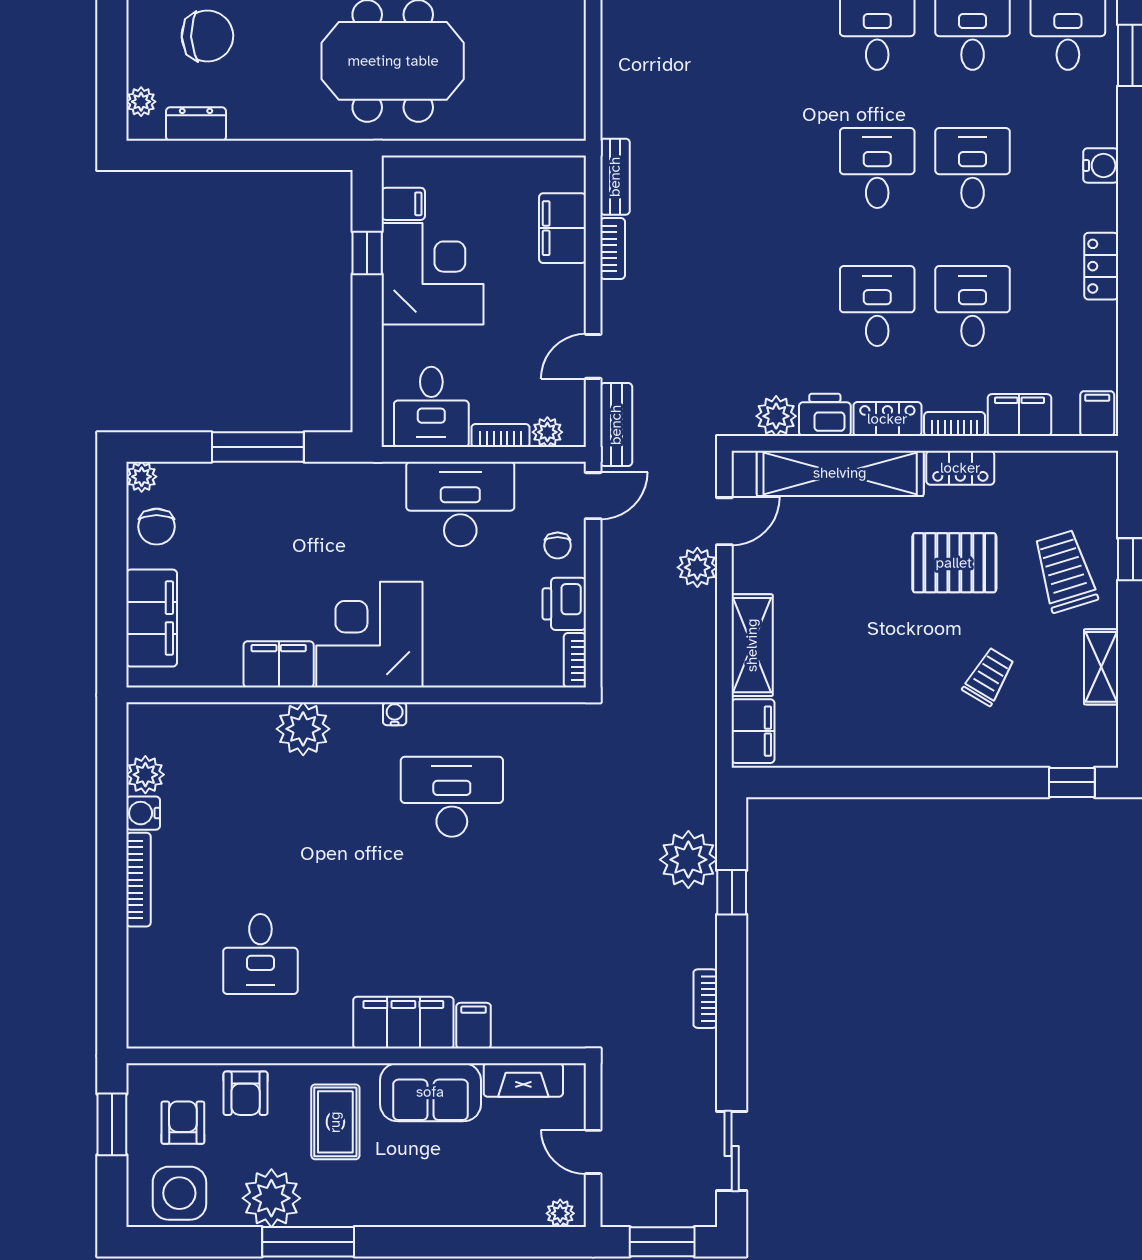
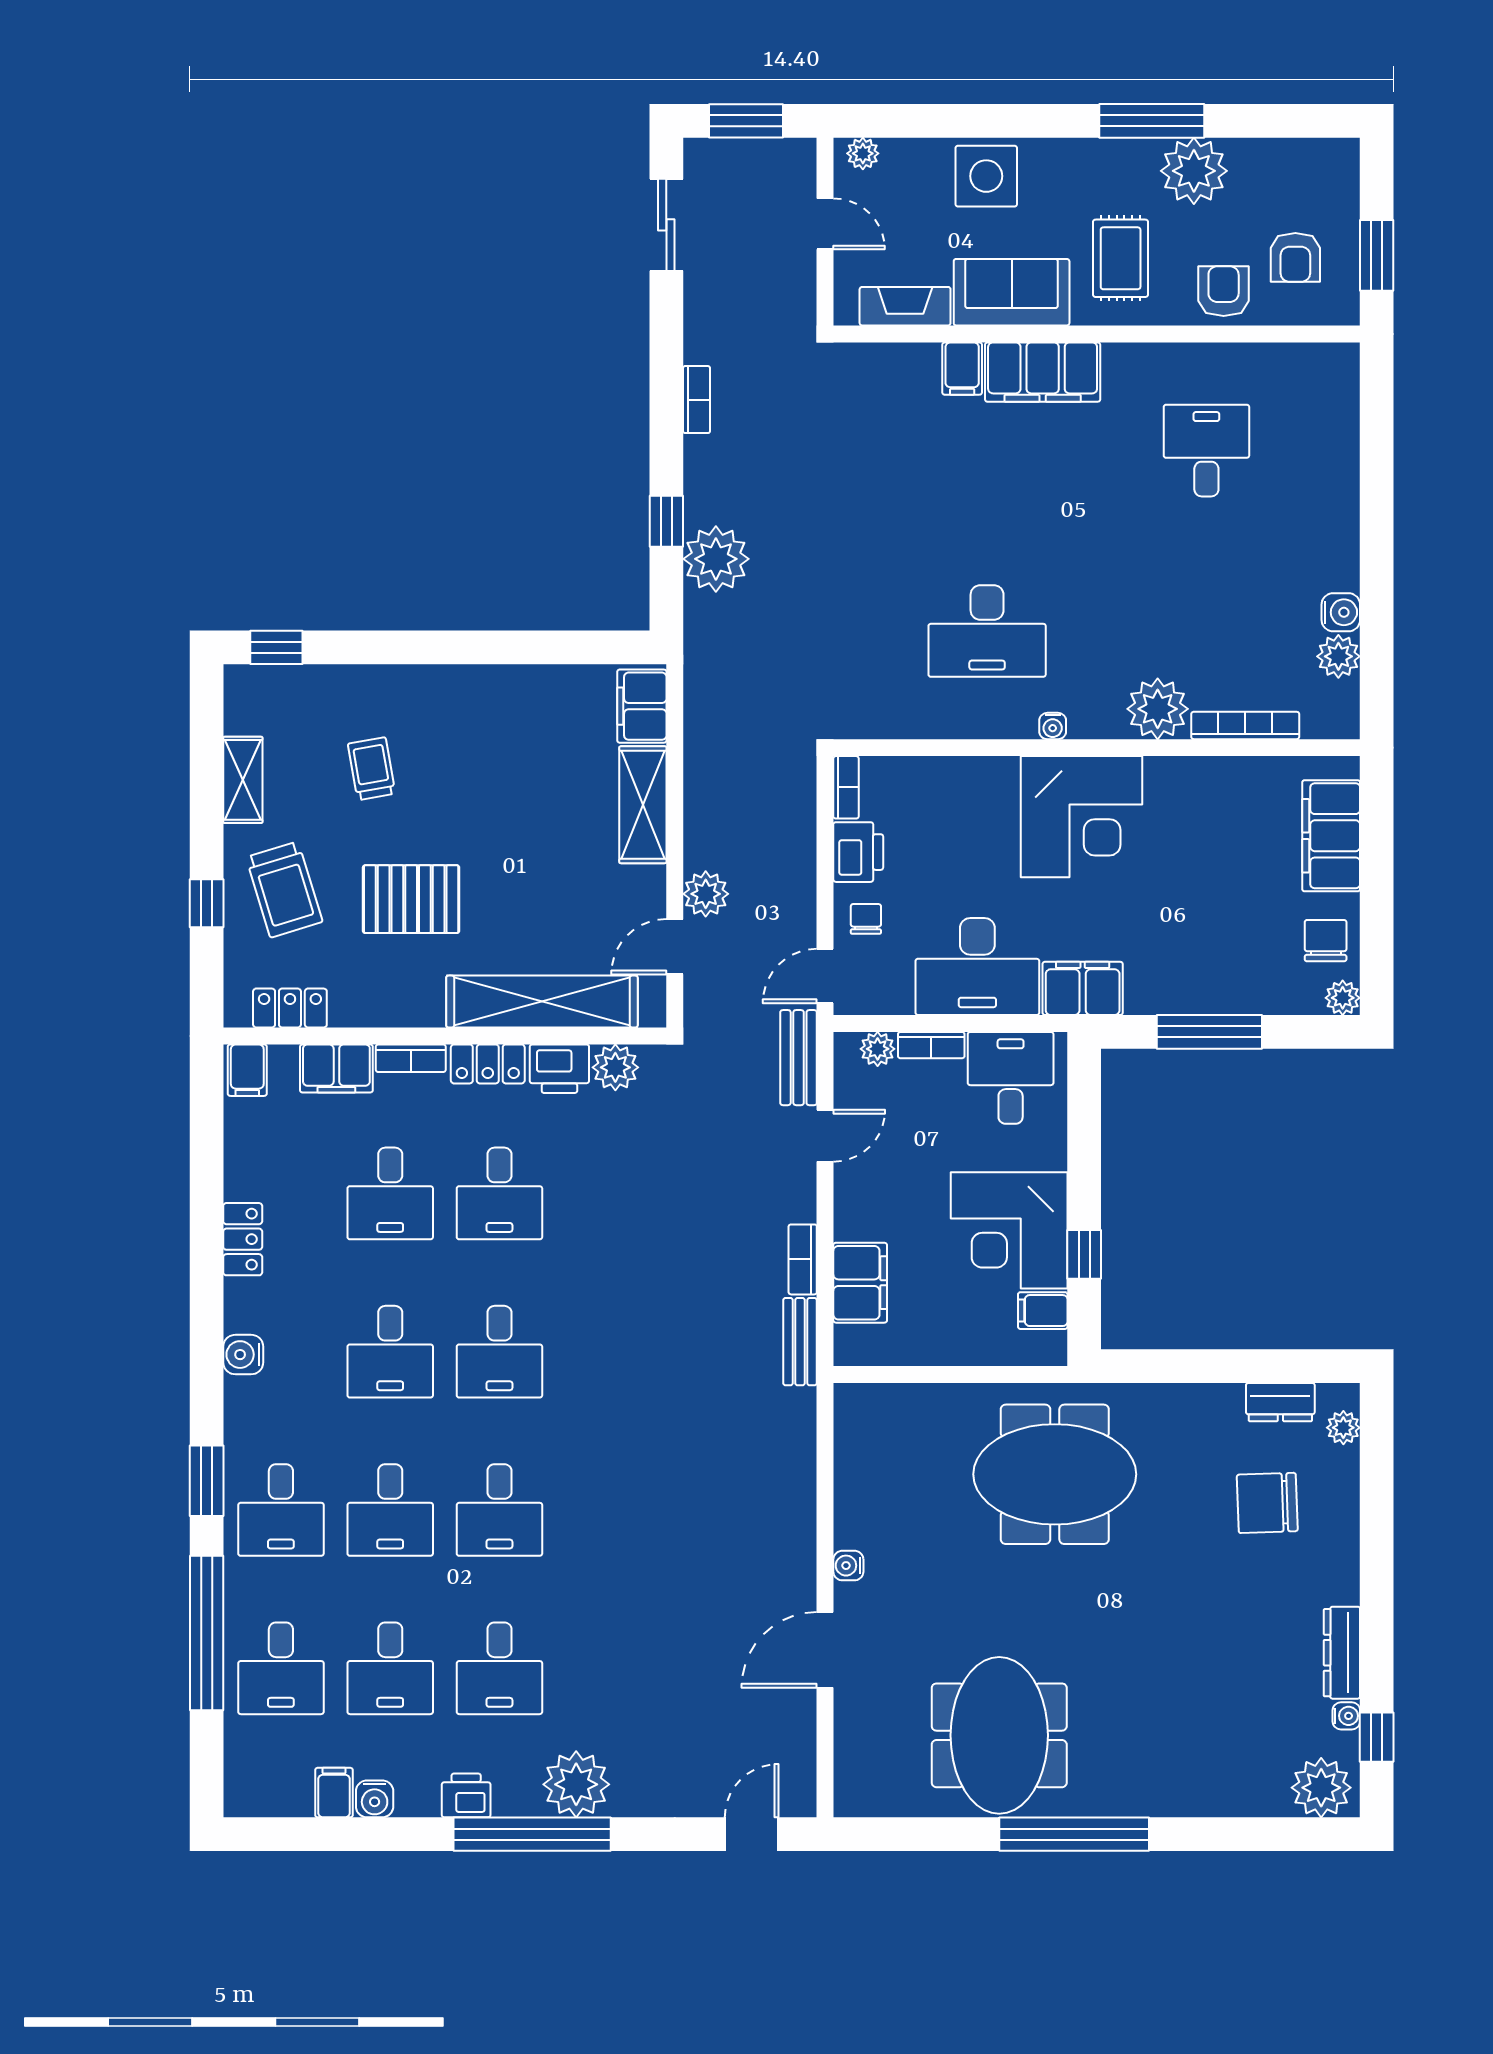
locker: (960, 468) -> (290, 1008), moved
filing cabinet: (279, 664) -> (1083, 988), moved, turned 180
trolley: (989, 677) -> (372, 769), turned 139
bookcase: (139, 880) -> (1245, 725), moved, turned 90
side table: (179, 1193) -> (986, 176), moved

